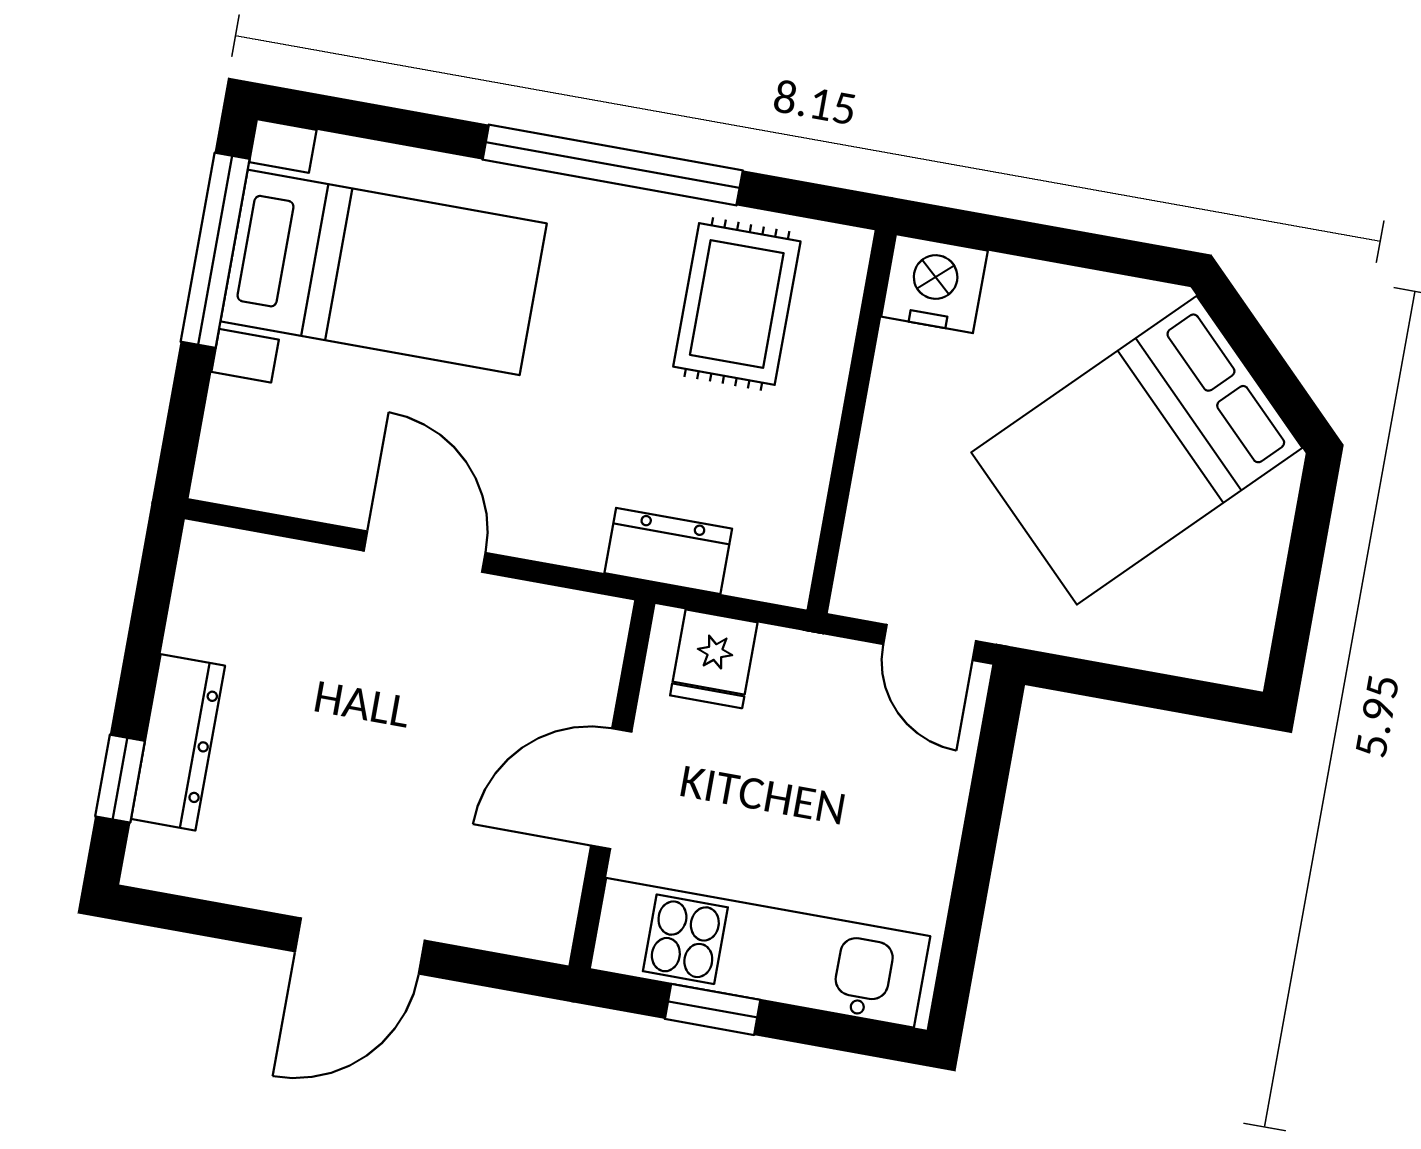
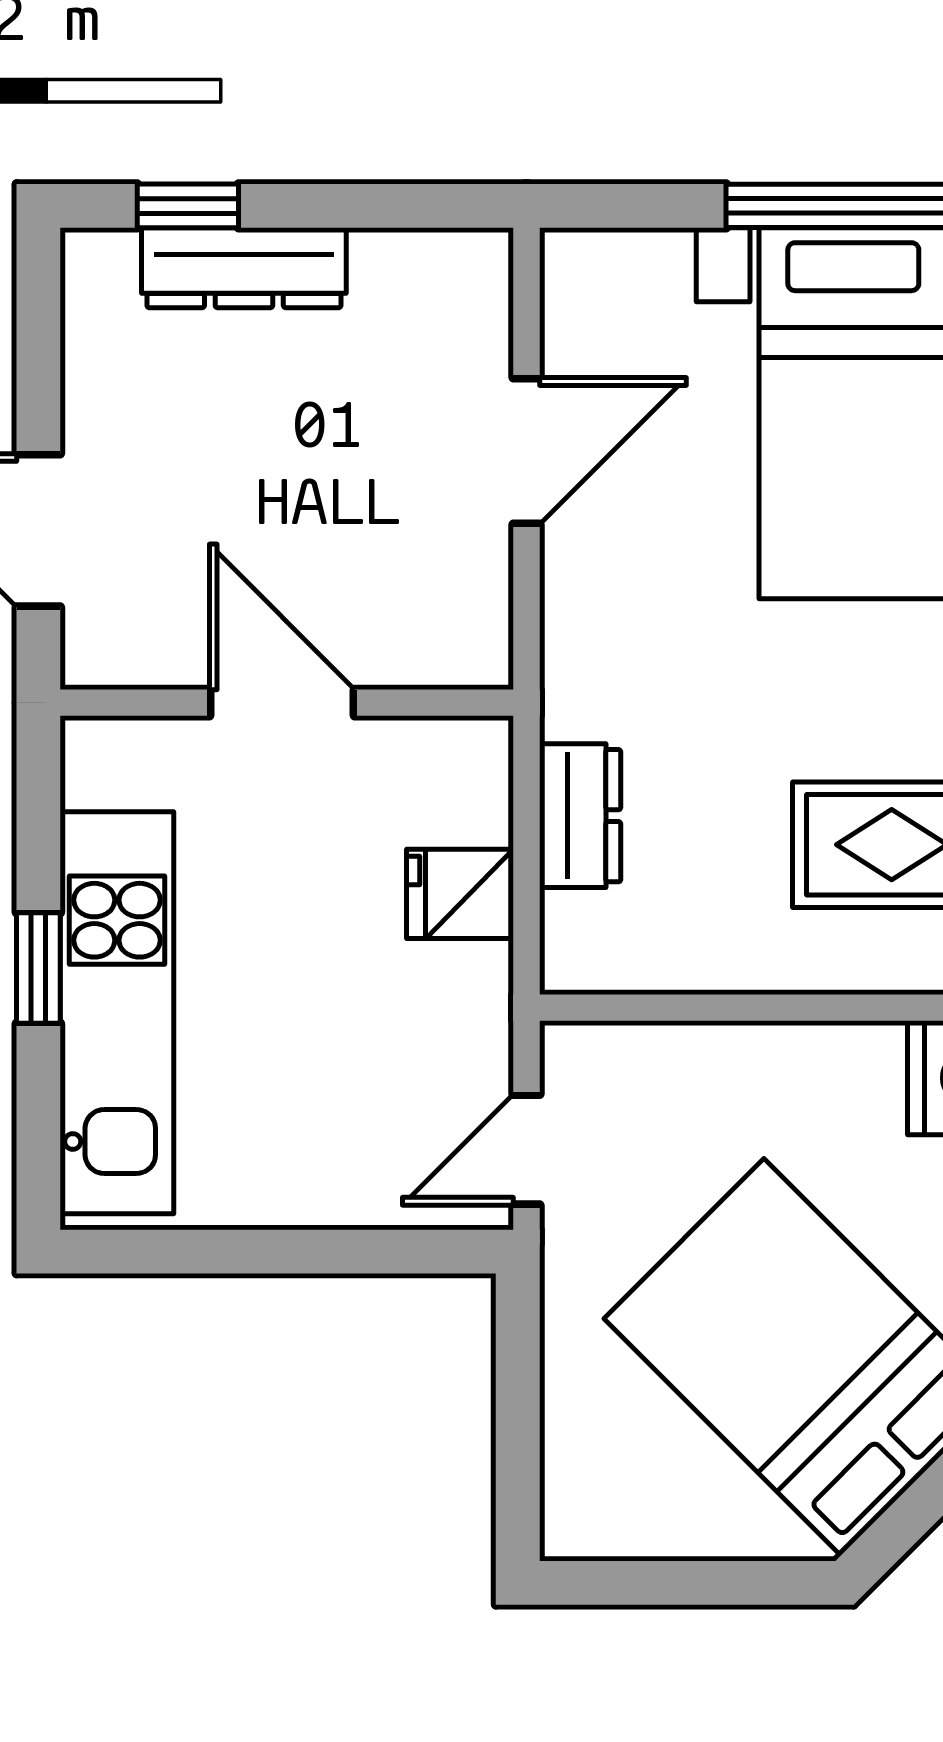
door: (425, 552) -> (526, 451), moved
wall: (612, 785) -> (287, 703), moved
door: (611, 789) -> (282, 703), moved

